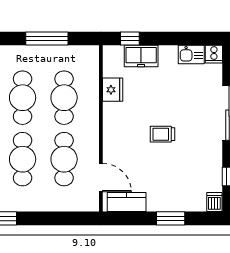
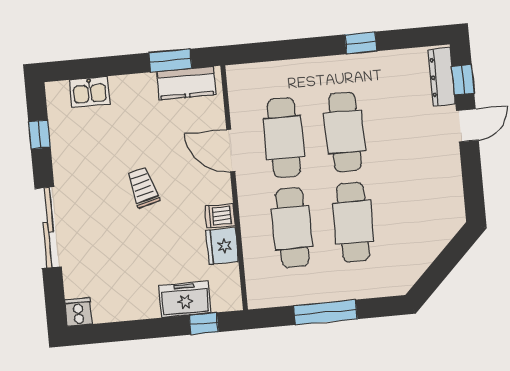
kitchen sink: (191, 54) -> (89, 92), moved, turned 180
trolley: (162, 134) -> (143, 188), turned -105
door: (101, 178) -> (231, 151), moved
dishwasher: (214, 202) -> (220, 216), moved, turned 90
window: (171, 218) -> (170, 61), moved

